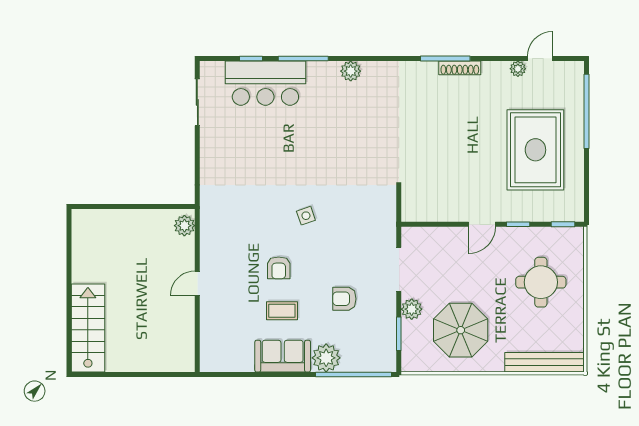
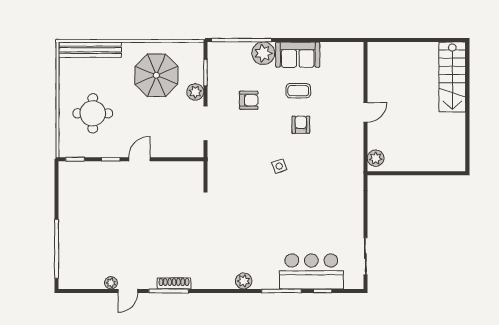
door: (540, 58) -> (128, 291), moved
shoe rack: (460, 68) -> (174, 283), moved
rug: (535, 150) -> (97, 218), removed

